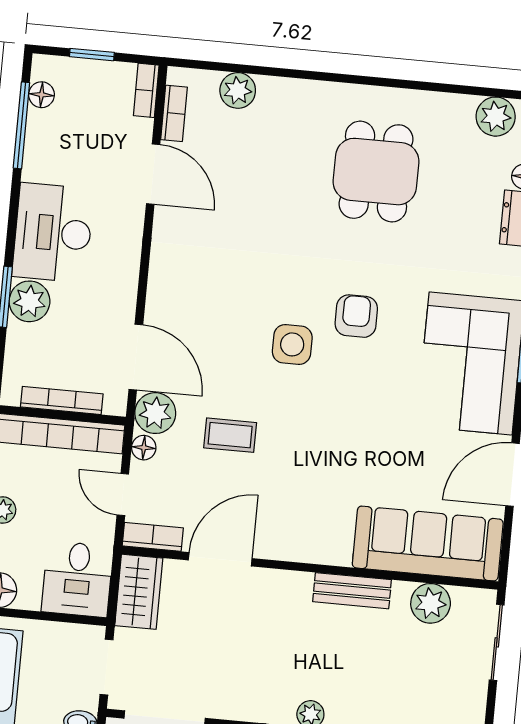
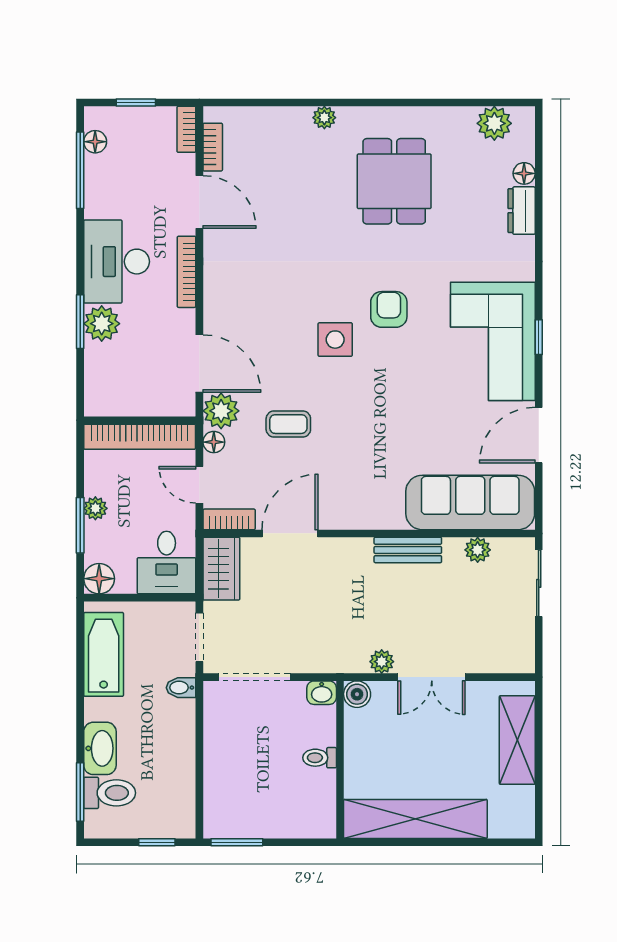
plant: (238, 90) -> (324, 118), moved, width x0.73, depth x0.73
bookcase: (62, 400) -> (187, 272), moved, turned -90
plant: (431, 603) -> (478, 550), width x0.73, depth x0.73

